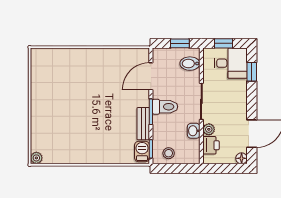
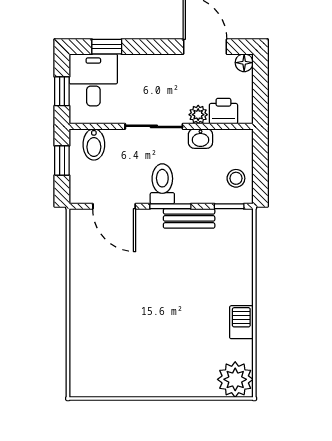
barbecue: (142, 151) -> (241, 322), moved, turned 90
plant: (36, 158) -> (235, 379), width x1.88, depth x1.88

